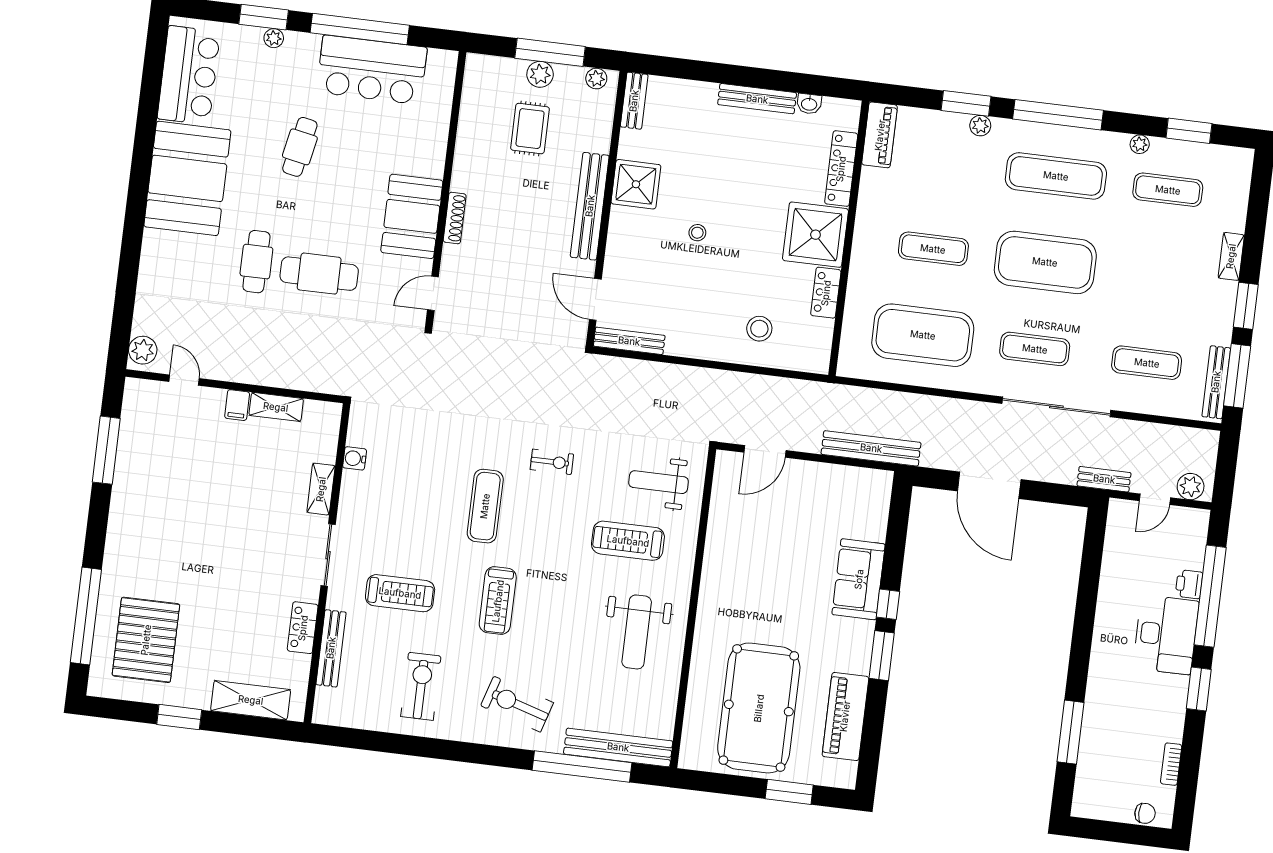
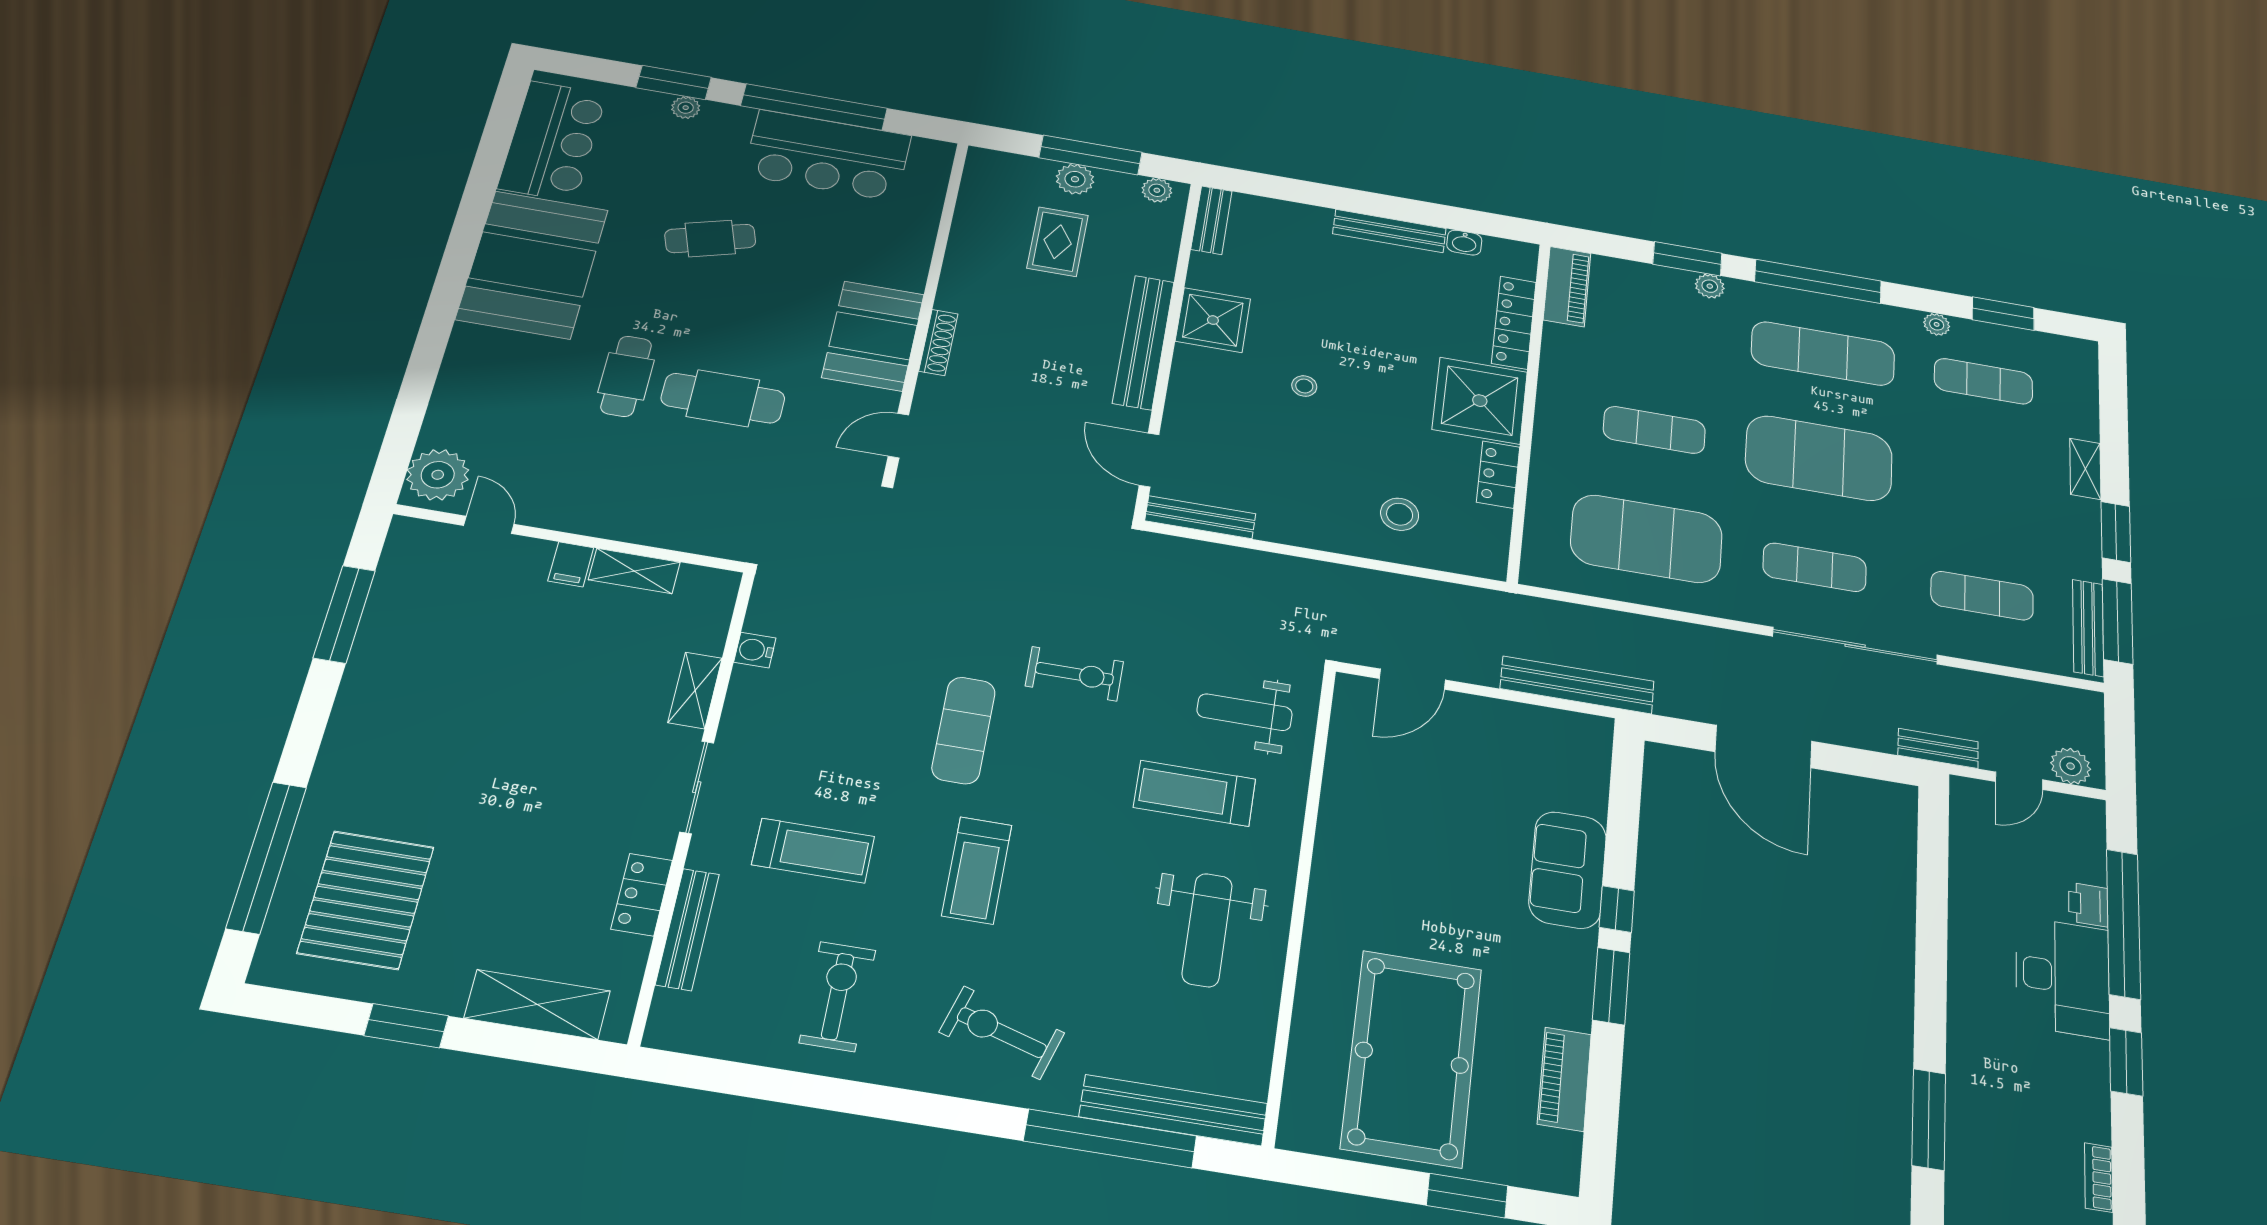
cafe table: (300, 147) -> (710, 238), turned 62
plant: (143, 350) -> (438, 475), width x1.36, depth x1.36
exercise bike: (552, 462) -> (1074, 674), width x1.38, depth x1.39
piano: (845, 716) -> (1564, 1079), width x0.73, depth x0.75

